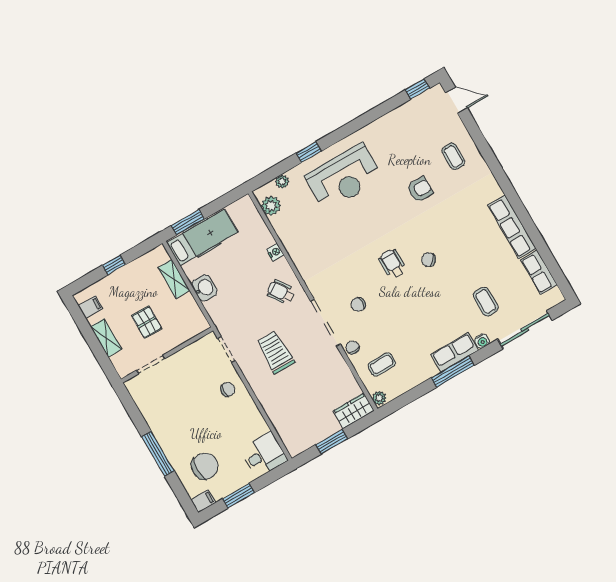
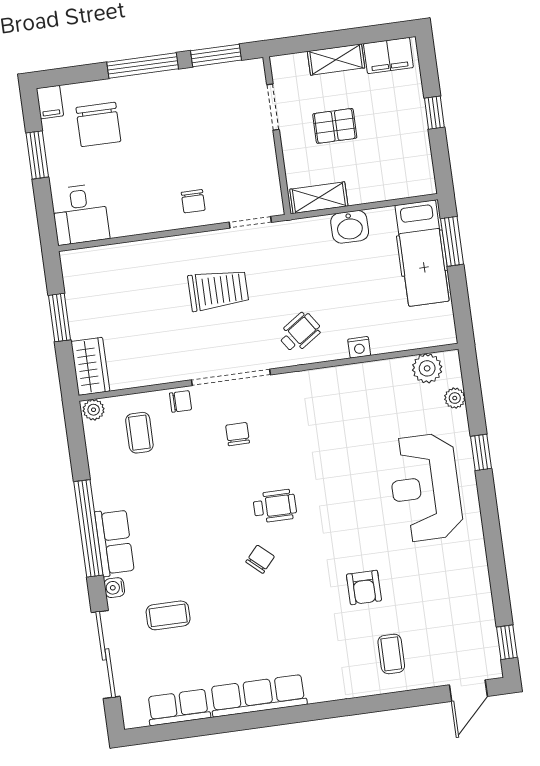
coffee table: (453, 156) -> (391, 654), turned 90
shelving: (174, 279) -> (319, 198), moved
filing cabinet: (91, 307) -> (388, 56), width x2.00
window: (453, 372) -> (88, 528), width x1.46
window: (134, 412) -> (216, 55), added

